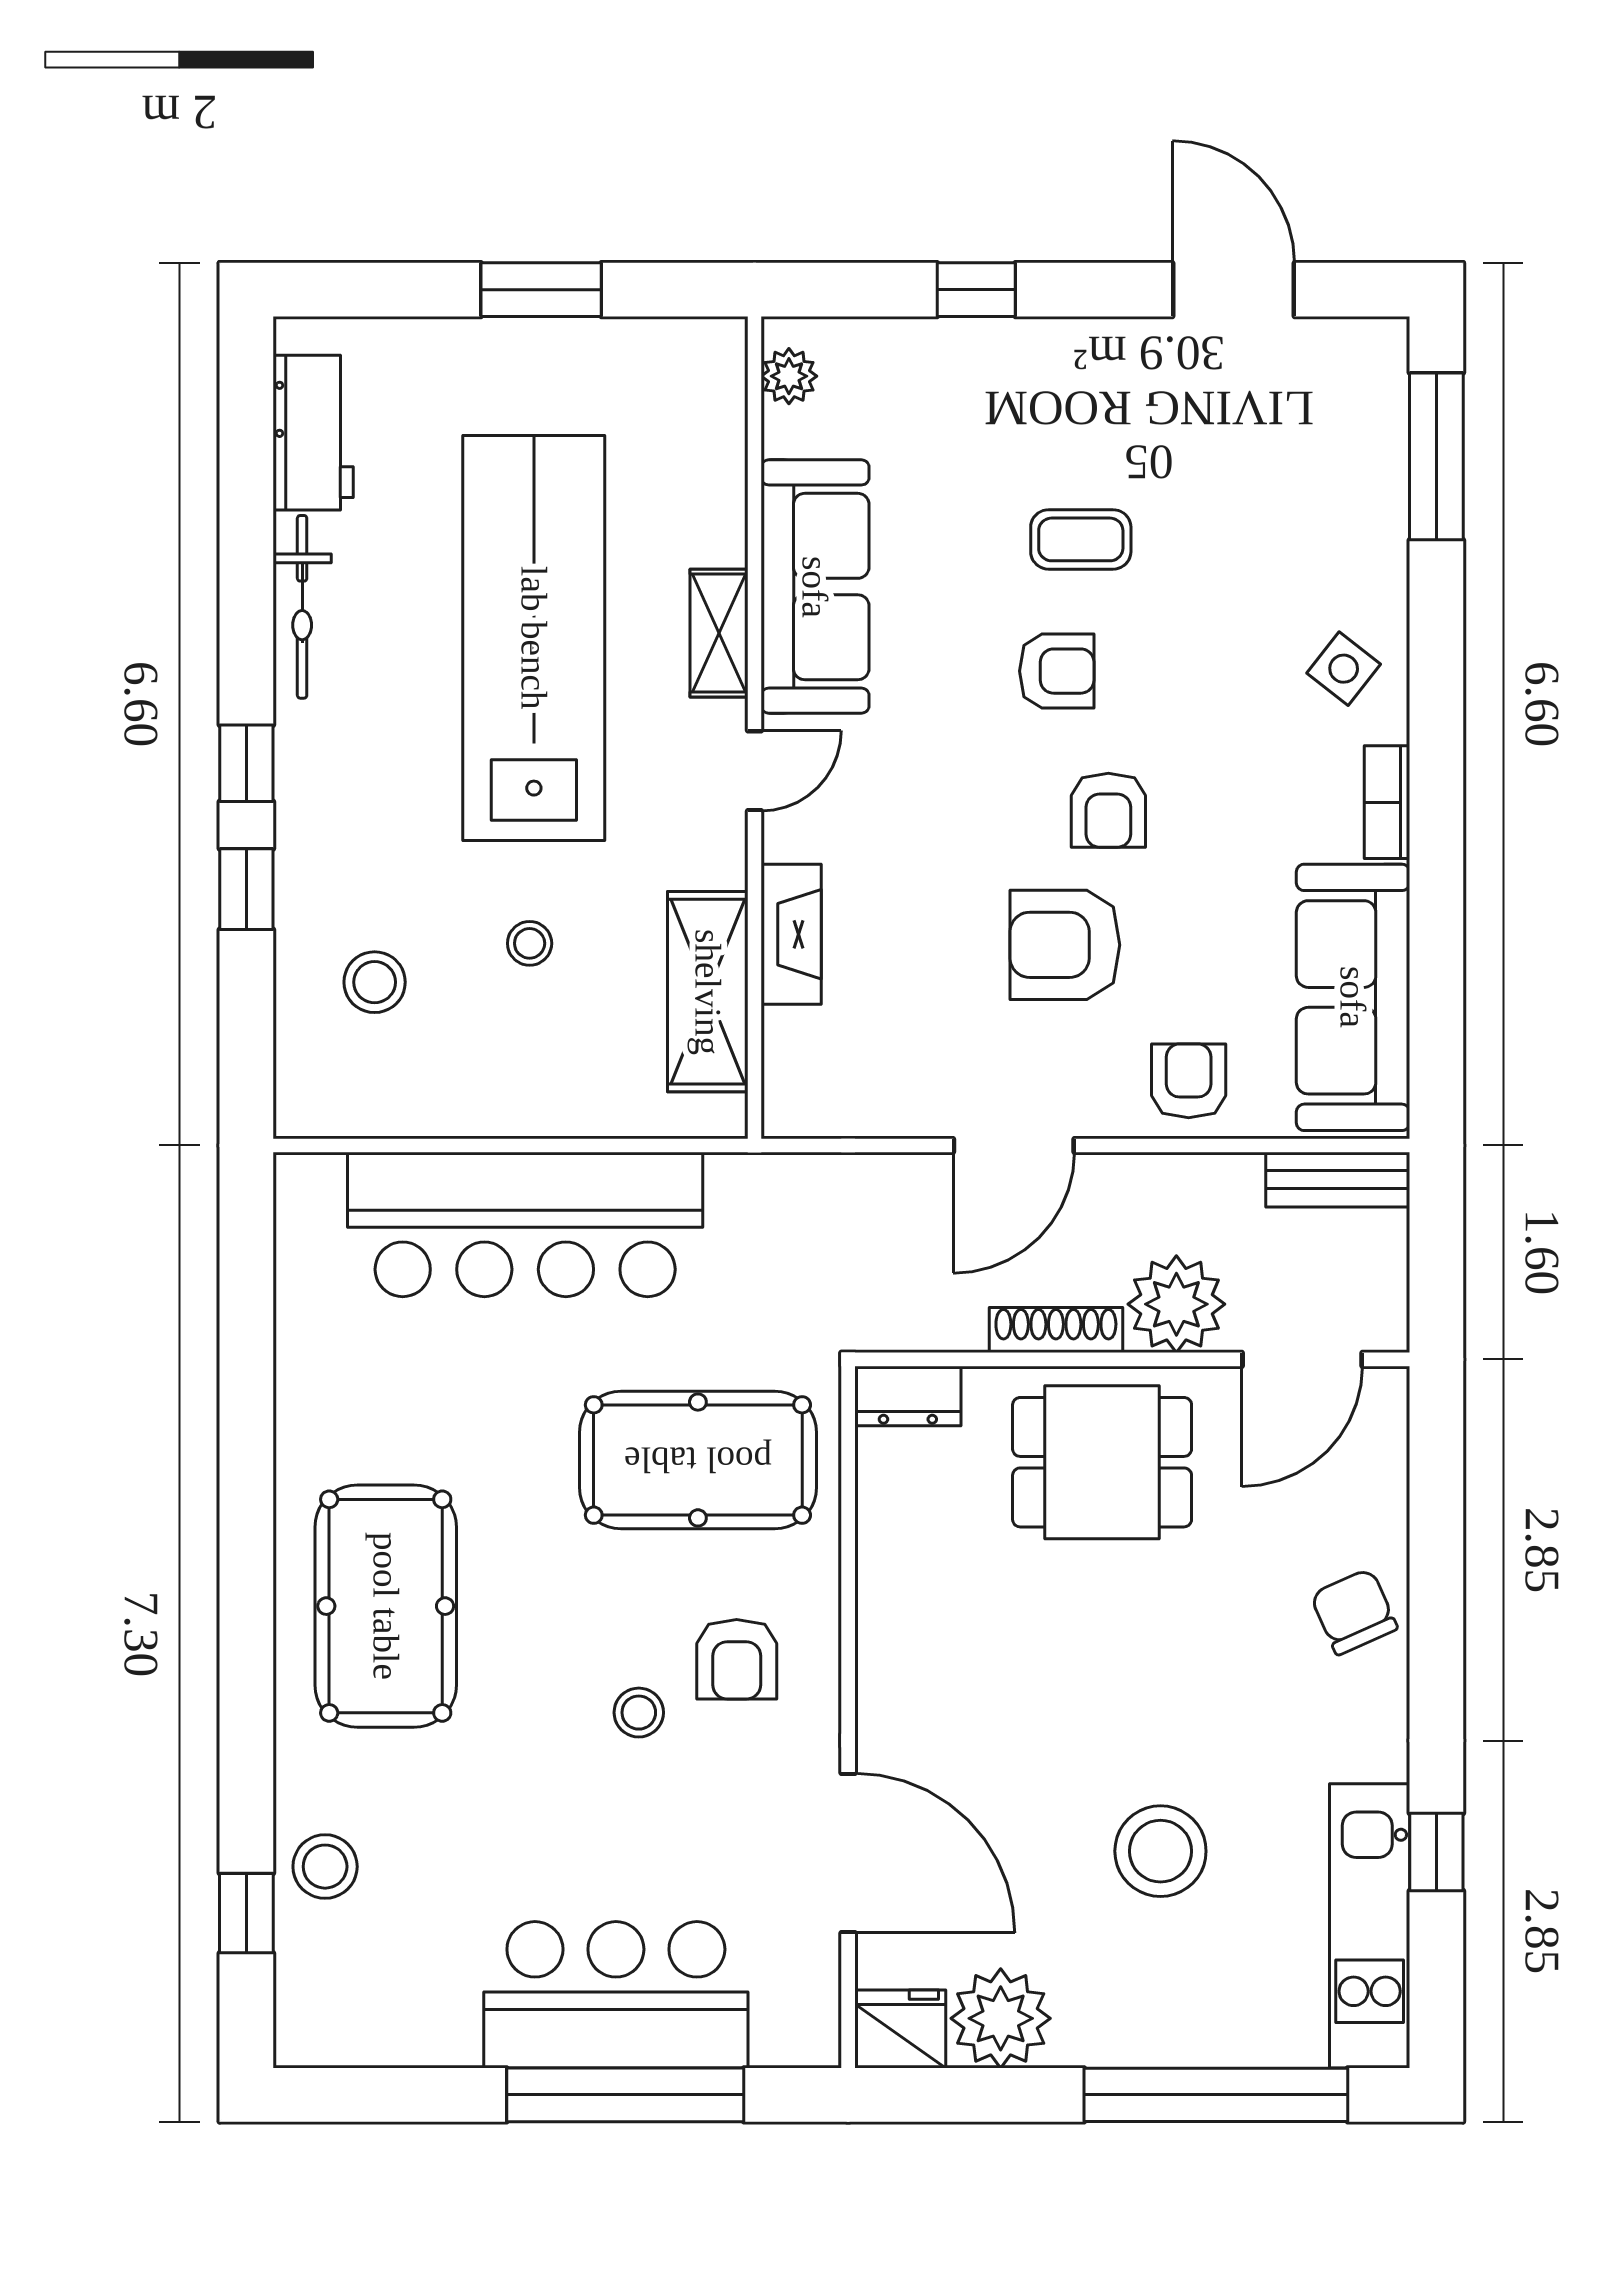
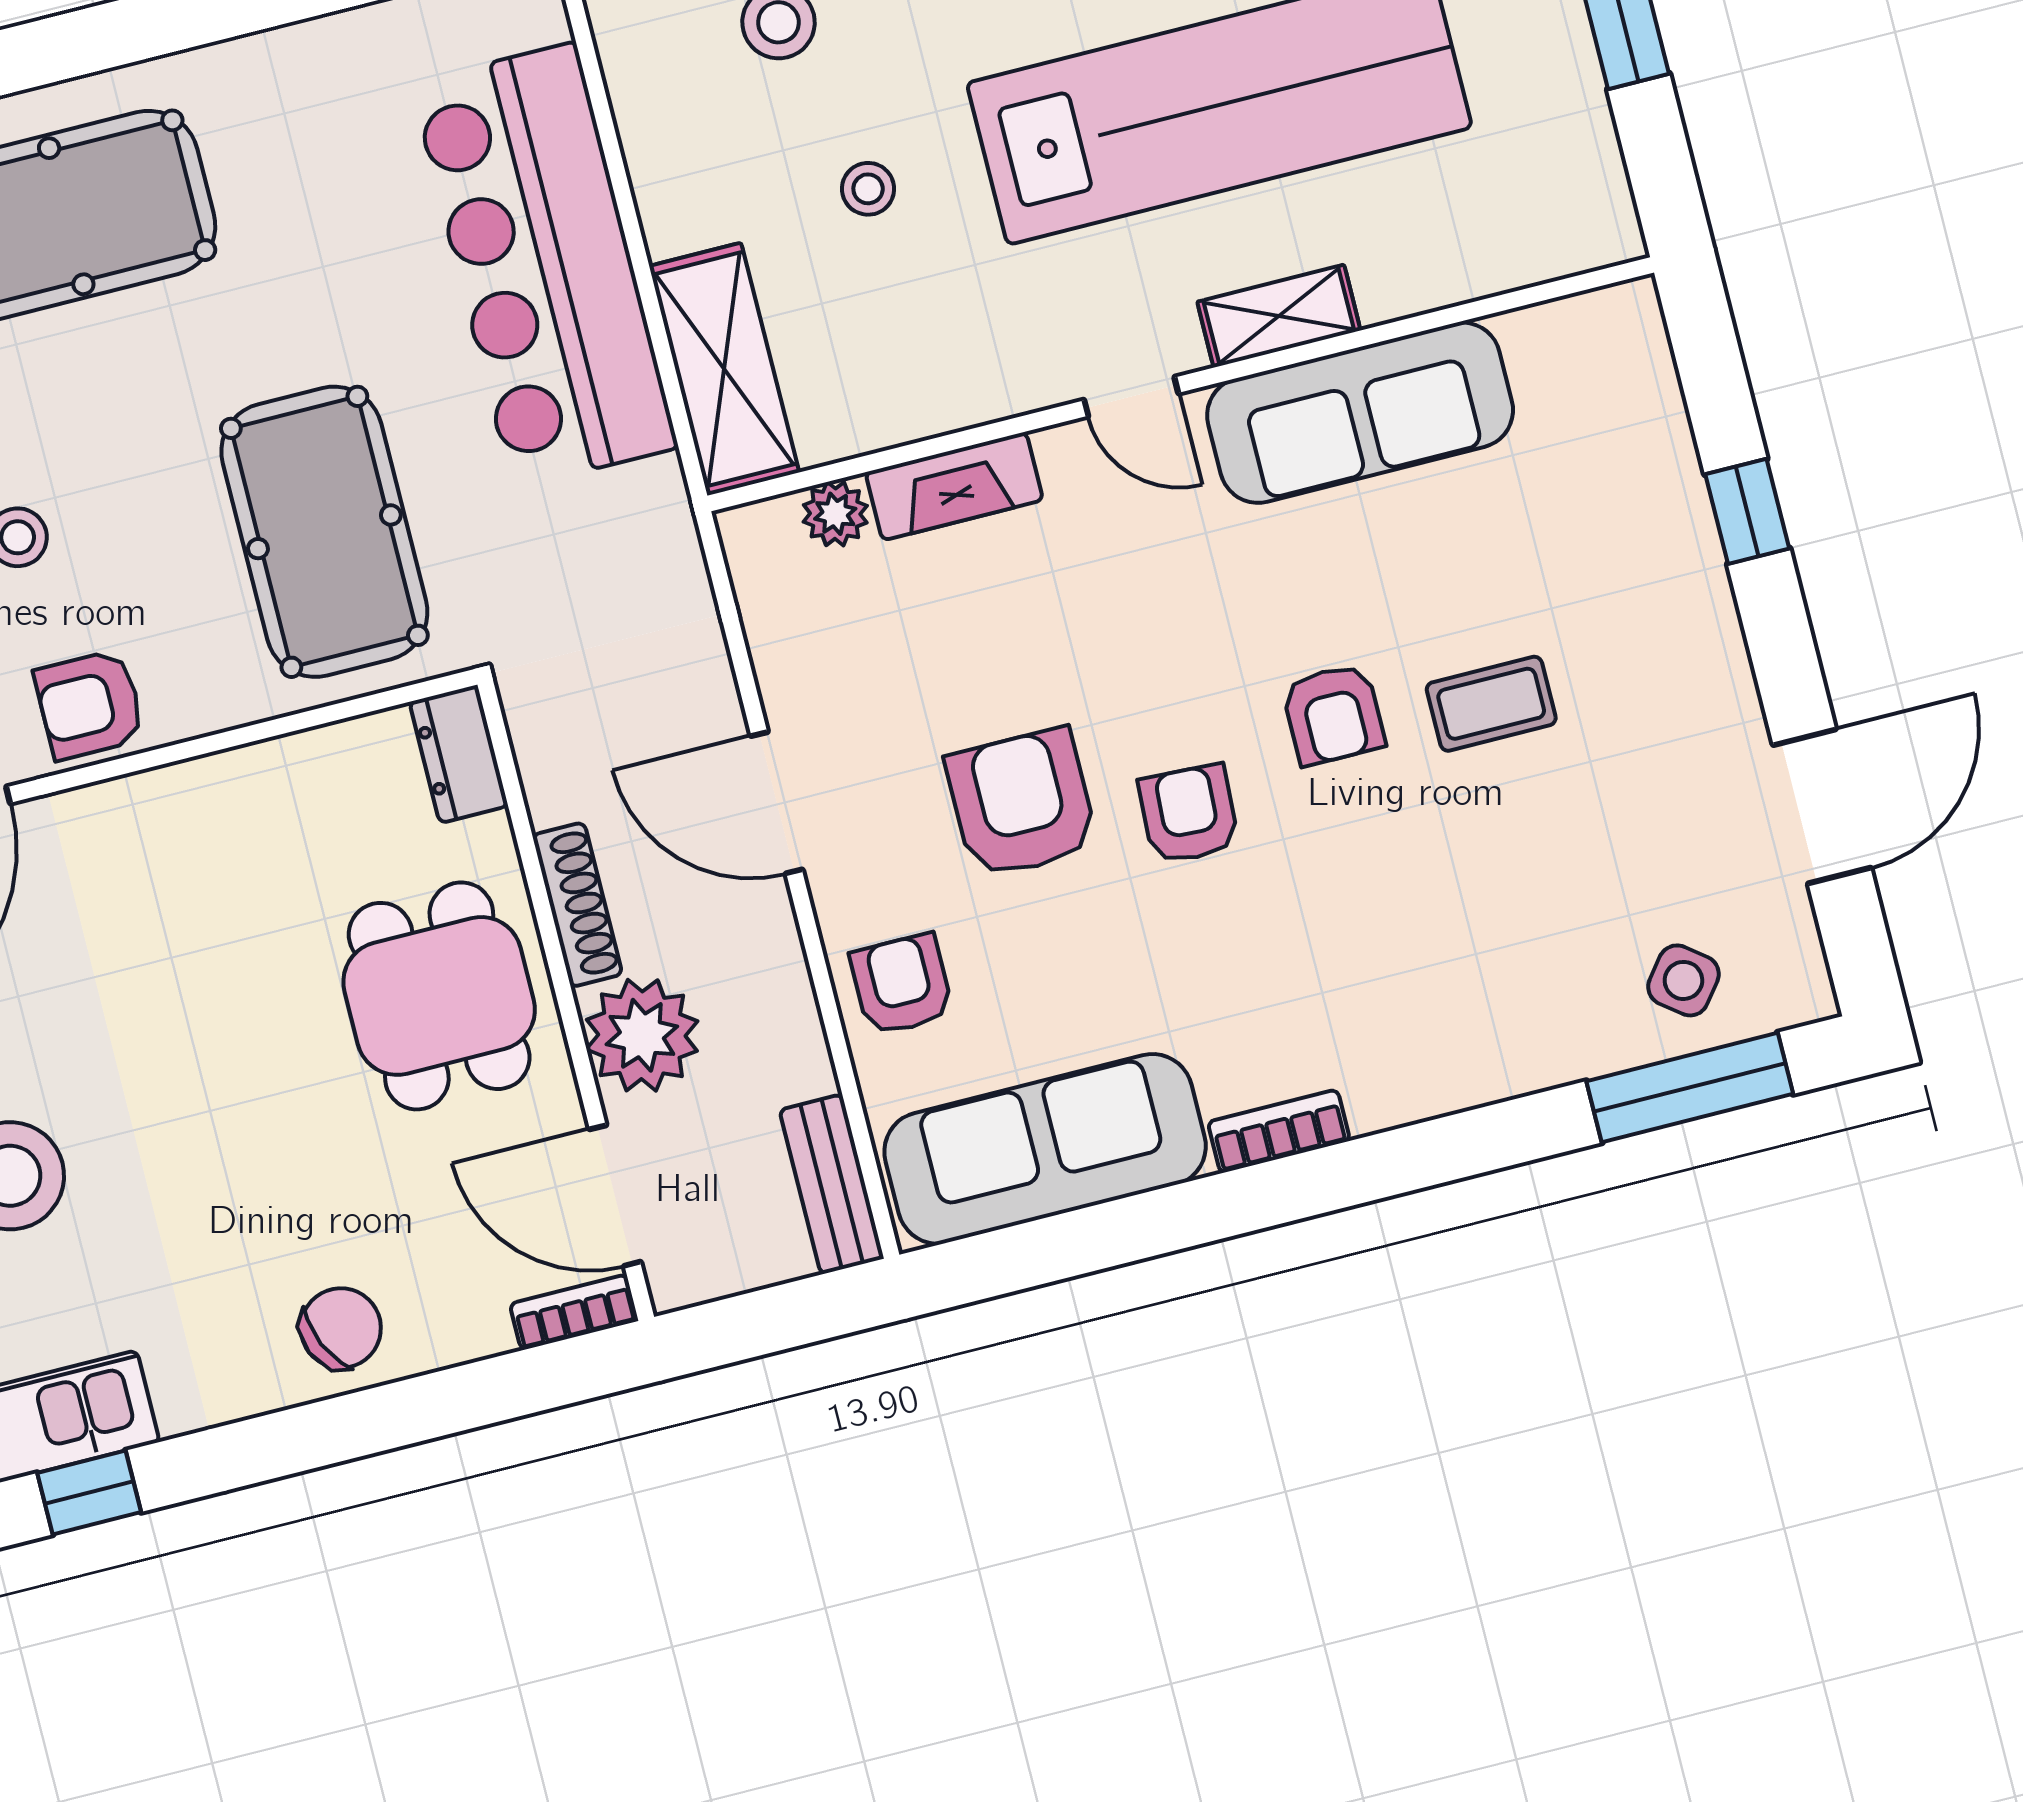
plant: (789, 376) -> (835, 514), moved
coffee table: (1081, 539) -> (1491, 704), turned 90
side table: (1344, 669) -> (1683, 980), moved
armchair: (1108, 810) -> (1189, 814), turned 93
shelving: (708, 992) -> (724, 369), moved, turned 90
armchair: (1189, 1081) -> (902, 985), turned -90
bookcase: (1389, 1417) -> (574, 1312), added
armchair: (737, 1659) -> (90, 705), moved

